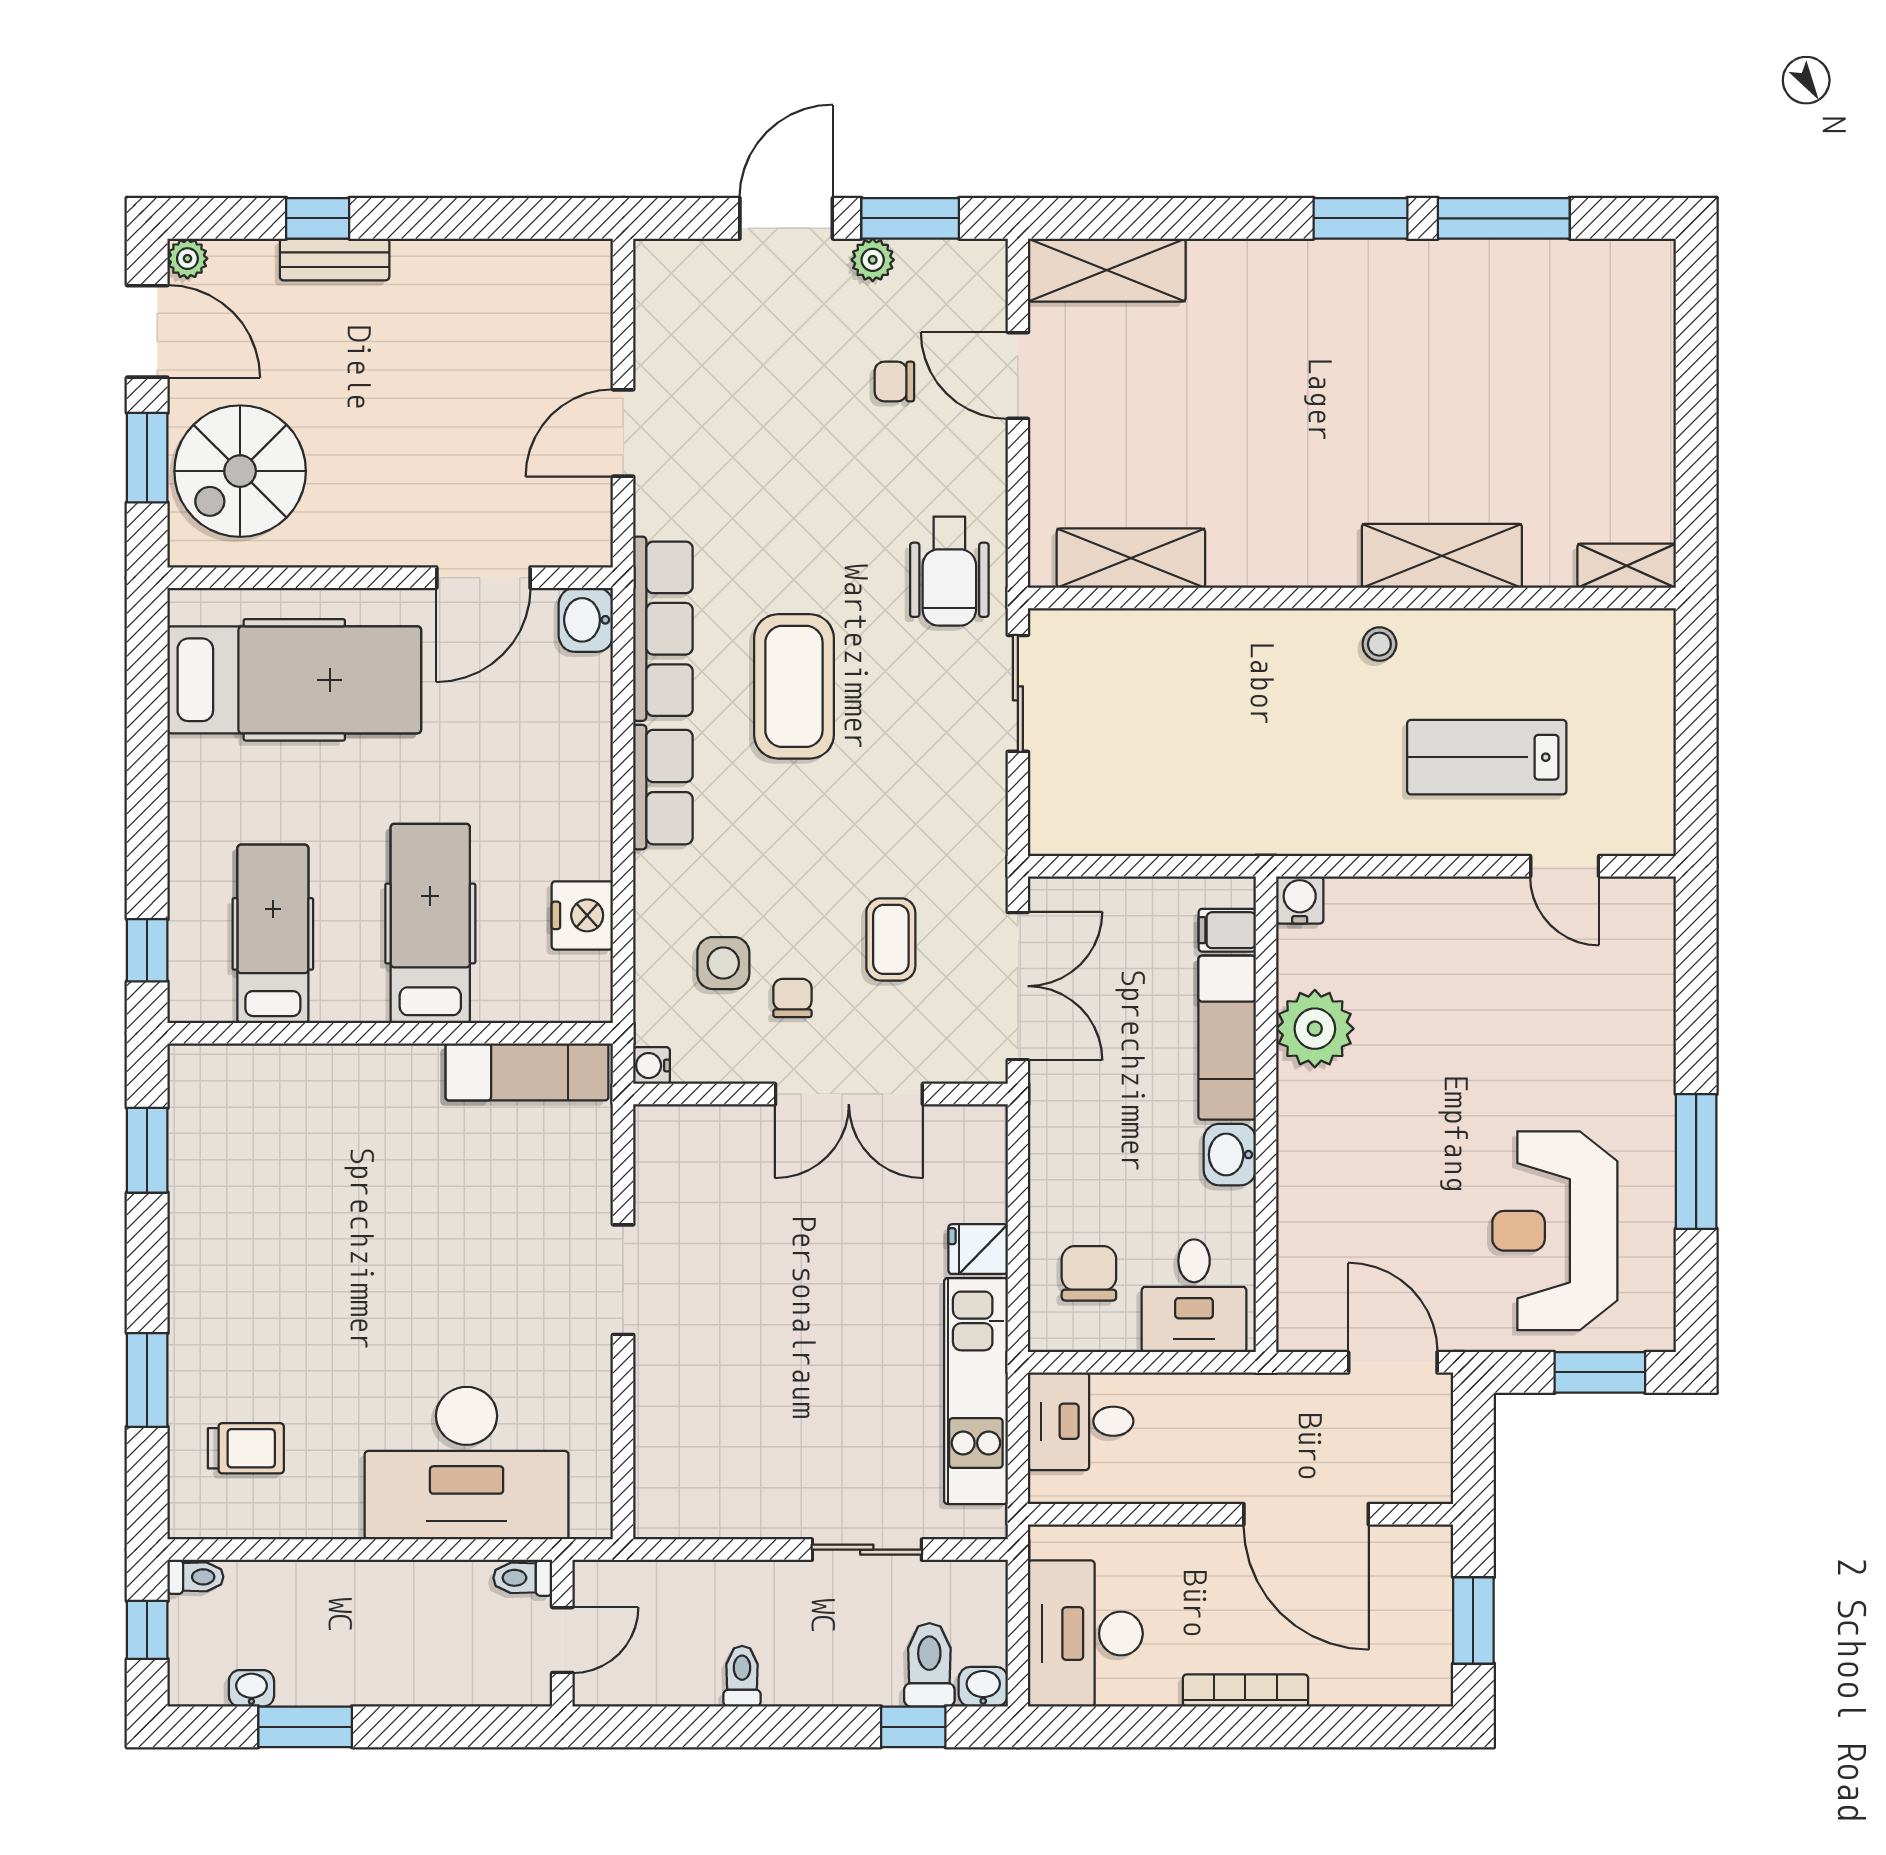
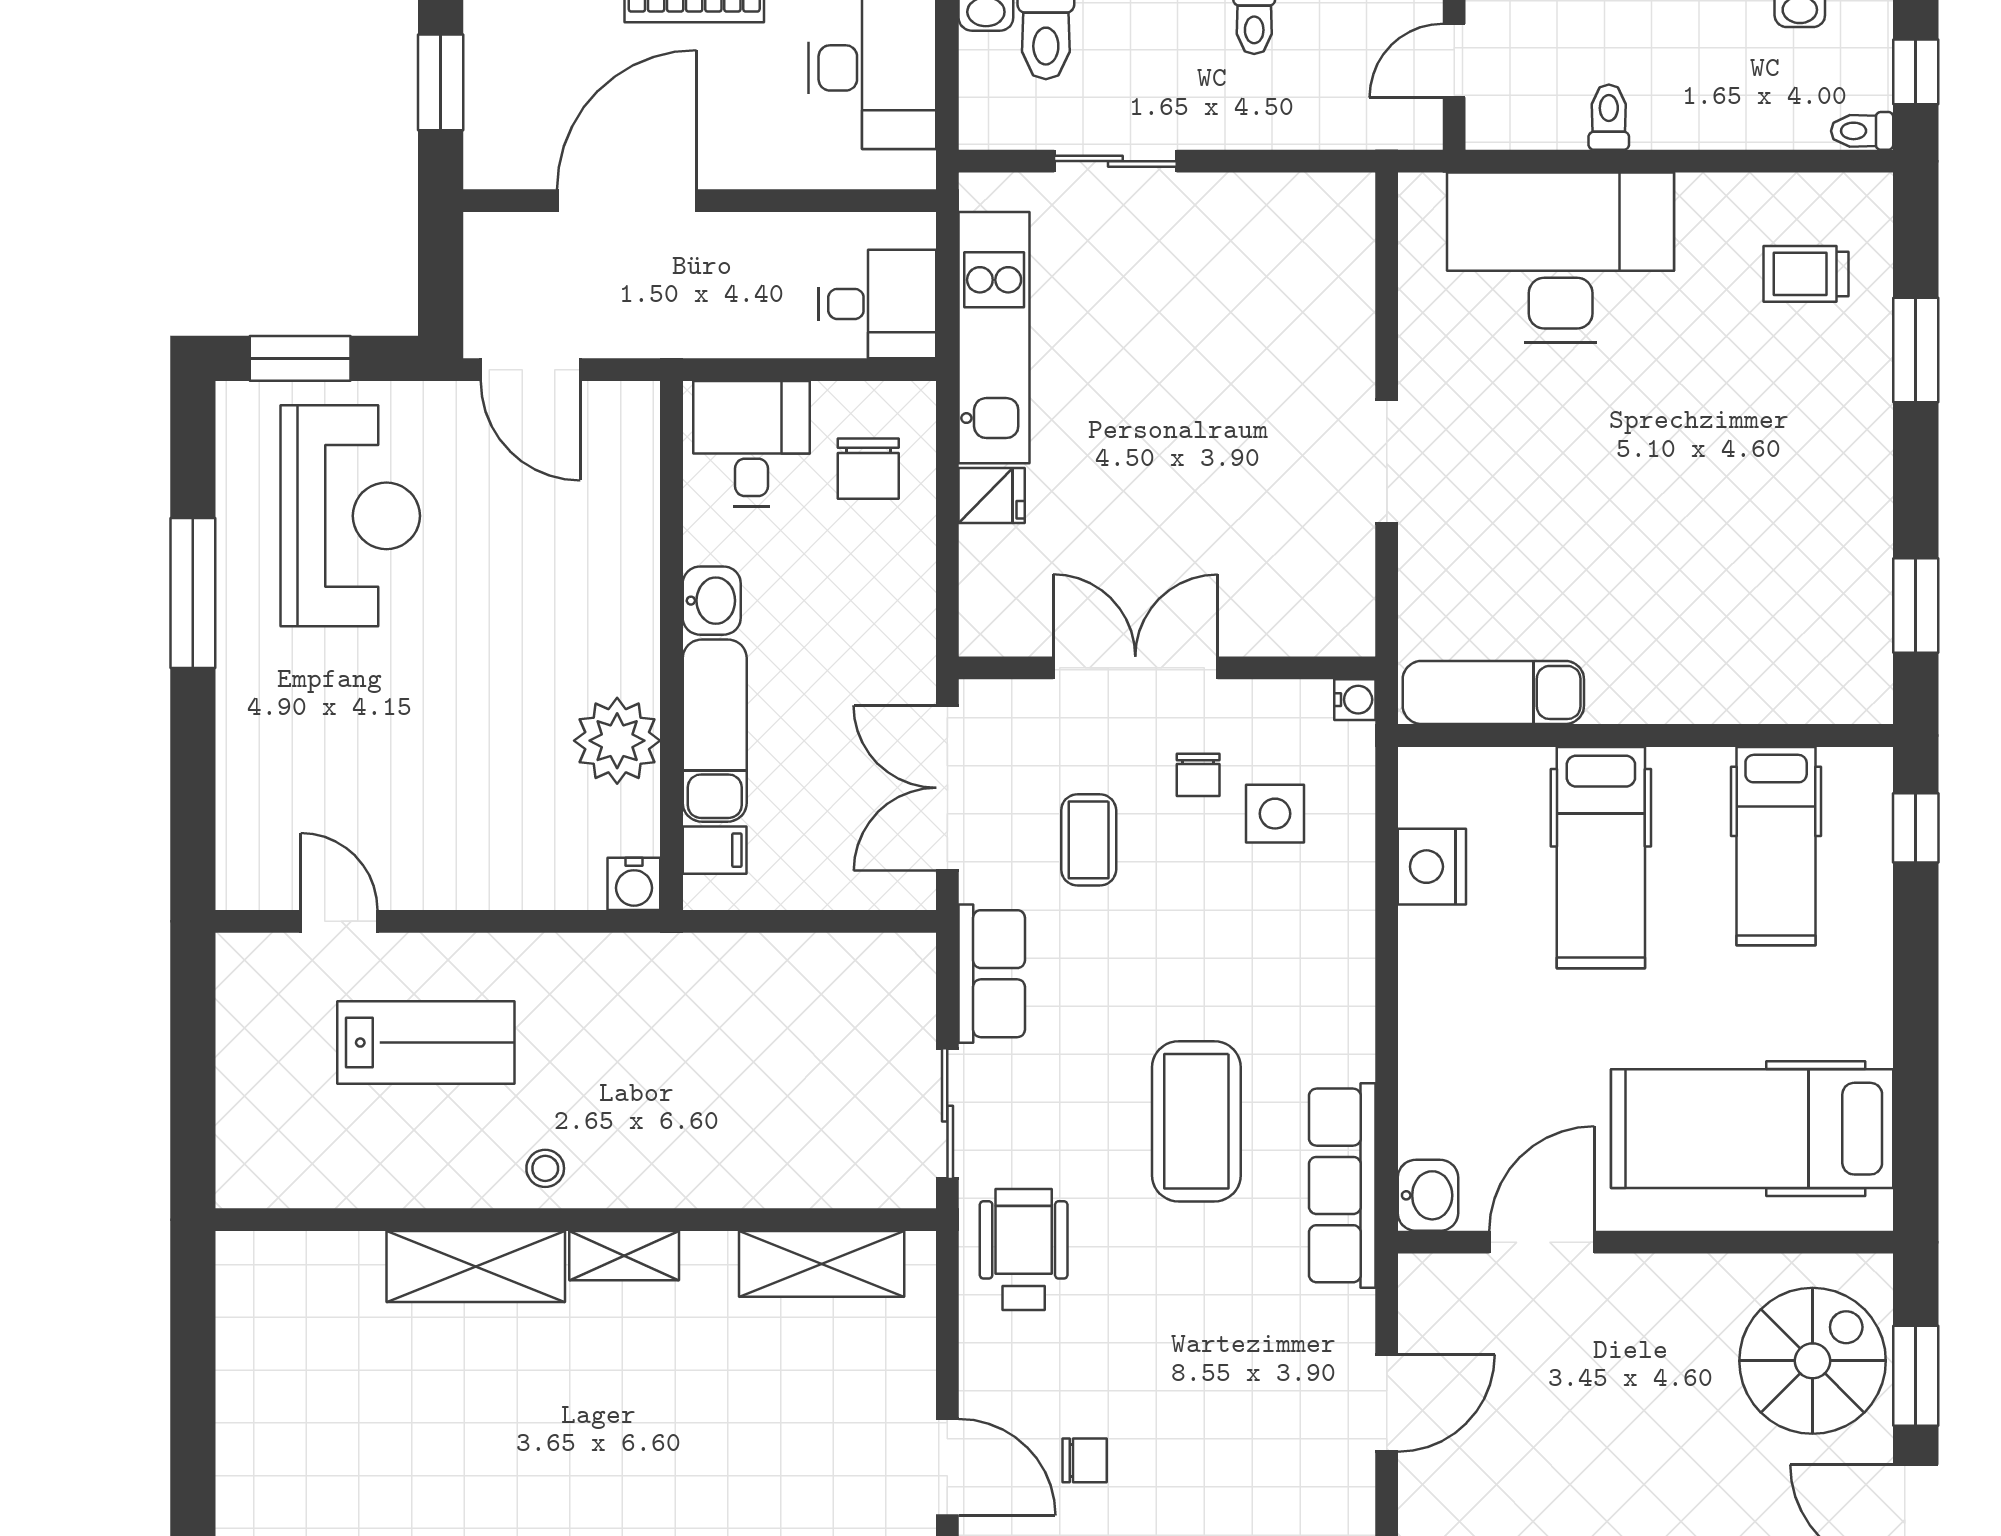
shelving: (1627, 566) -> (624, 1256), moved
row of seats: (663, 787) -> (992, 974), moved, turned 180
door: (1306, 1514) -> (627, 201), hinge flipped
toilet: (523, 1578) -> (1609, 117), moved, turned -90

